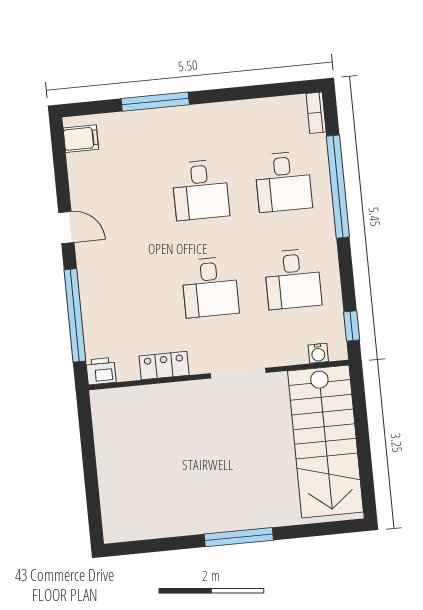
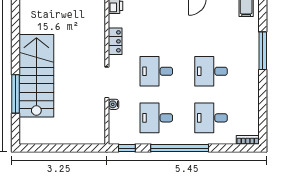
window: (338, 187) -> (180, 148), moved
water cooler: (318, 353) -> (114, 104), moved
stairs: (325, 441) -> (36, 76), moved, turned 90
window: (239, 537) -> (15, 94), moved

